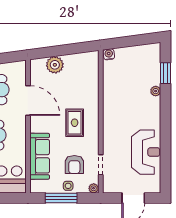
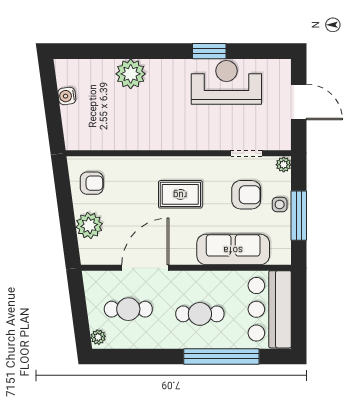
water cooler: (109, 54) -> (67, 96), moved
armchair: (82, 66) -> (92, 183), added
window: (166, 73) -> (209, 51), moved
plant: (156, 91) -> (131, 74), width x1.88, depth x1.88

